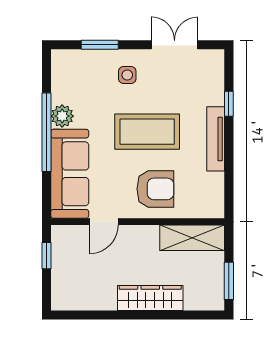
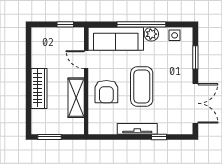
double door: (175, 45) -> (195, 103), width x1.37
side table: (127, 75) -> (175, 35), moved
shelving: (192, 238) -> (76, 98), moved

